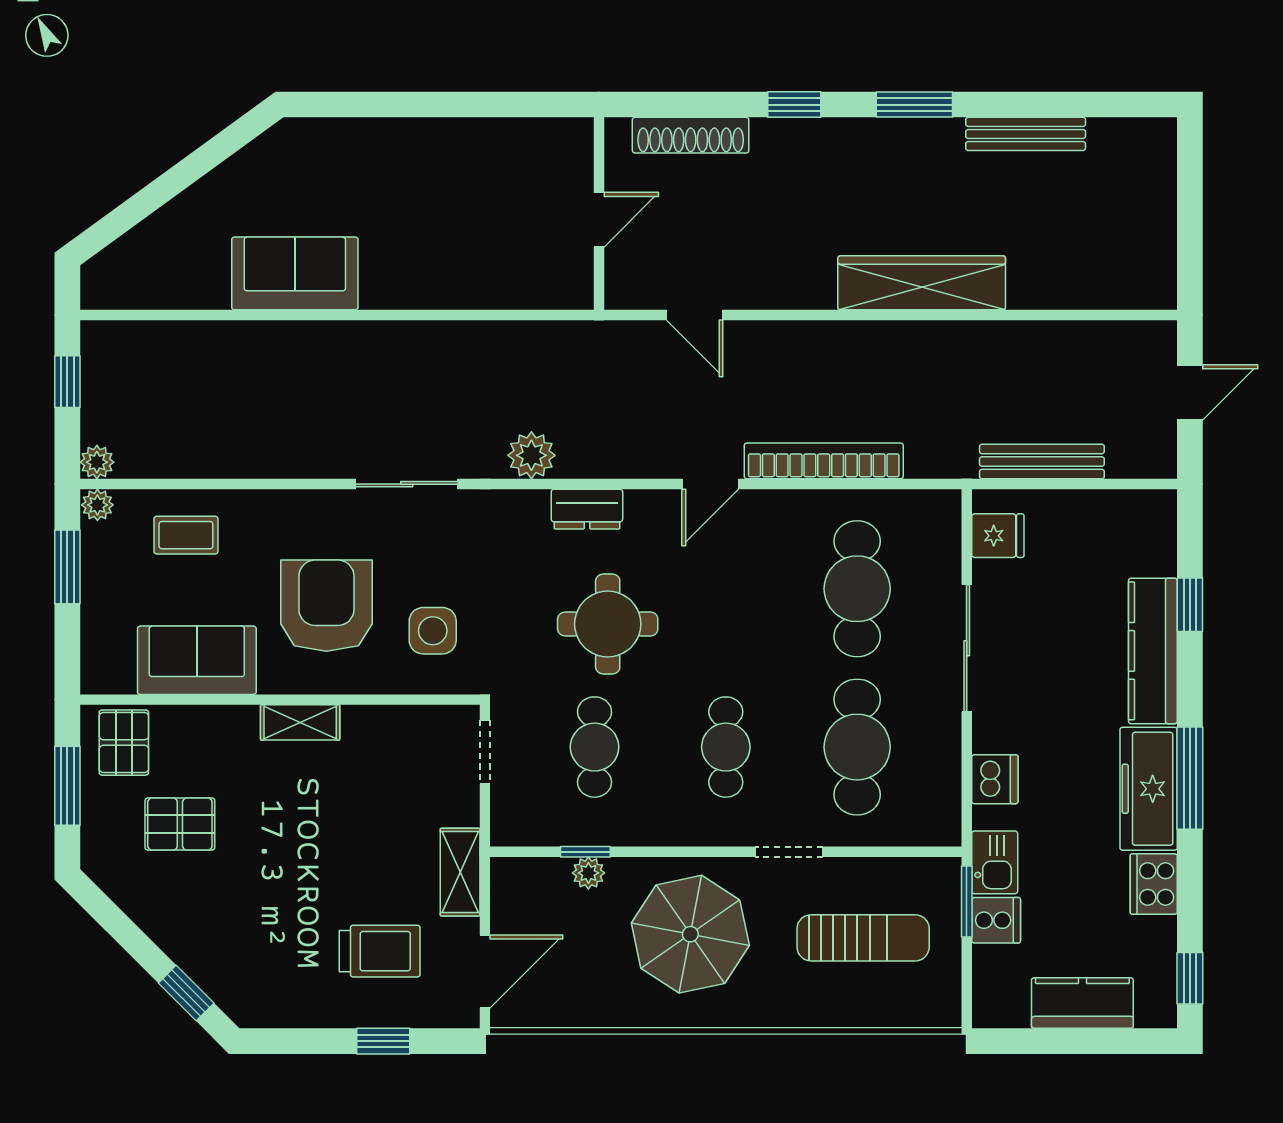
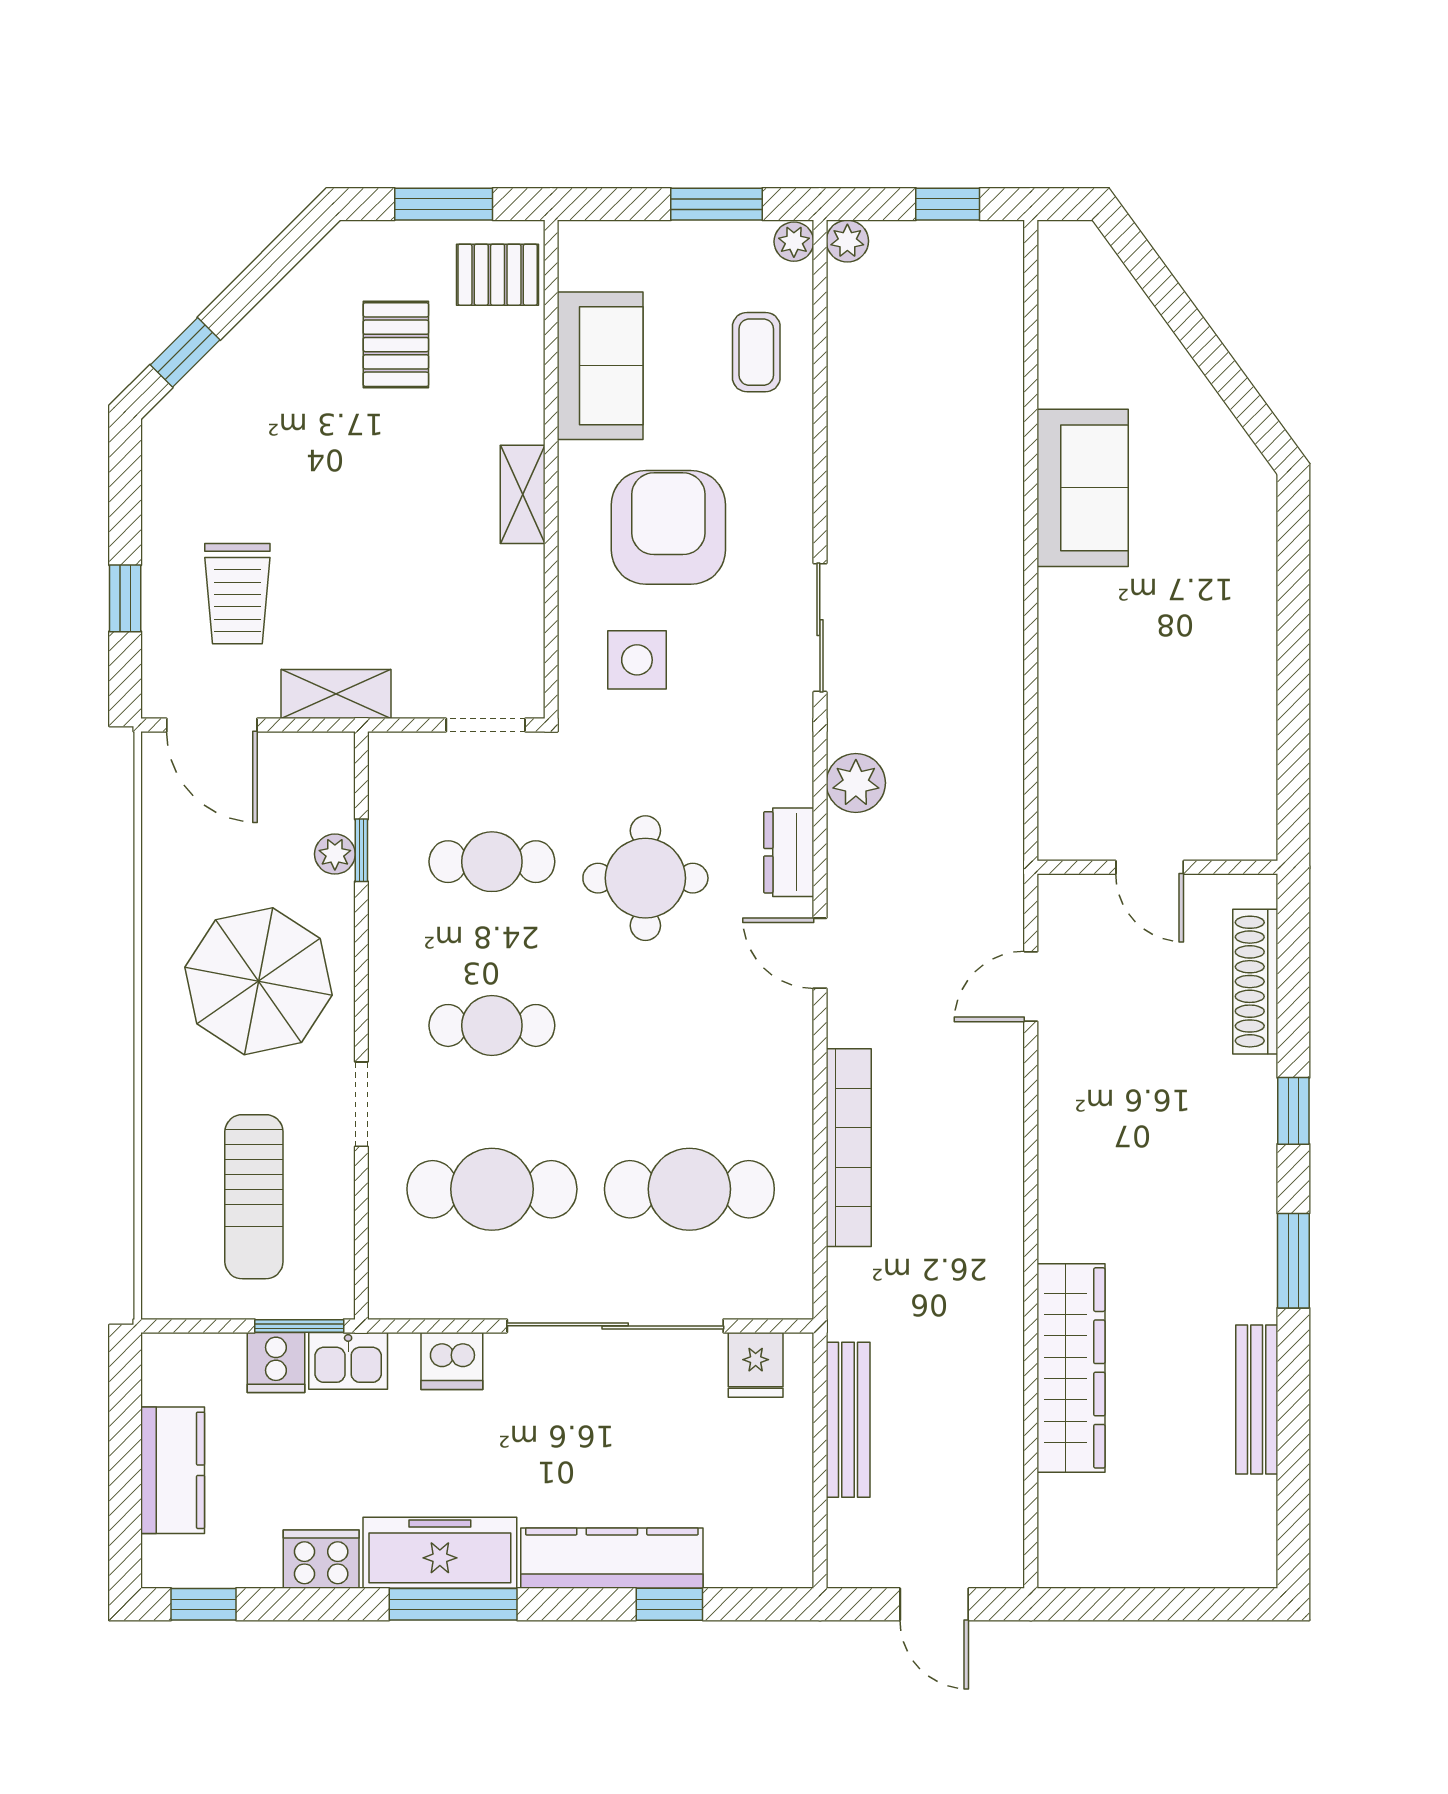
wardrobe: (922, 283) -> (1071, 1368), moved
door: (710, 484) -> (820, 953), moved
armchair: (326, 606) -> (668, 527), turned -90
sliding door: (967, 648) -> (615, 1326), width x1.36

